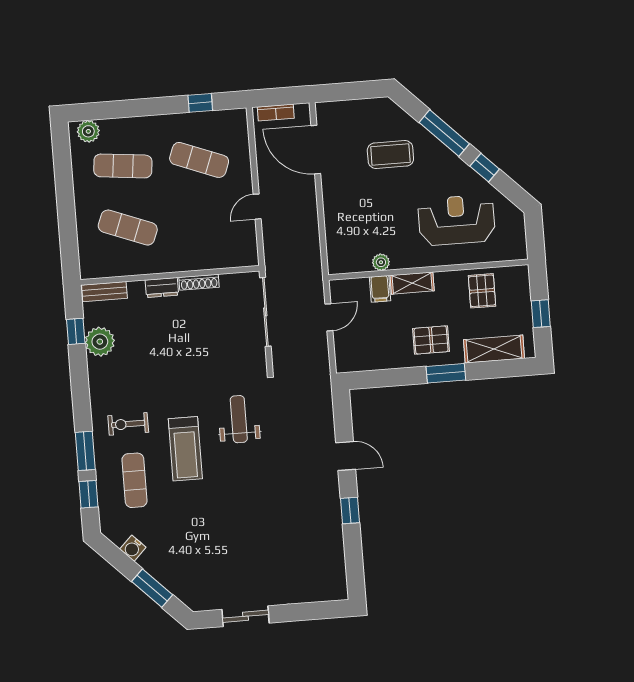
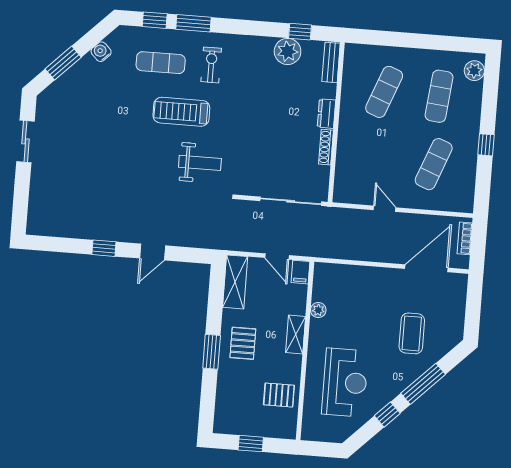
window: (200, 103) -> (486, 145), moved
filing cabinet: (380, 289) -> (300, 272), moved, turned -90
shelving: (494, 349) -> (235, 282), moved

